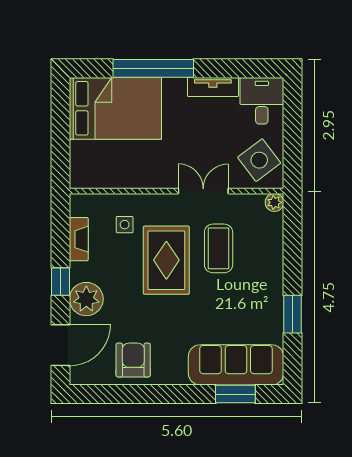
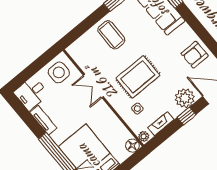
side table: (259, 160) -> (59, 72), turned 37
floor lamp: (81, 177) -> (132, 146), added
plant: (274, 202) -> (144, 136), moved
coffee table: (219, 248) -> (111, 35), moved, turned 90

